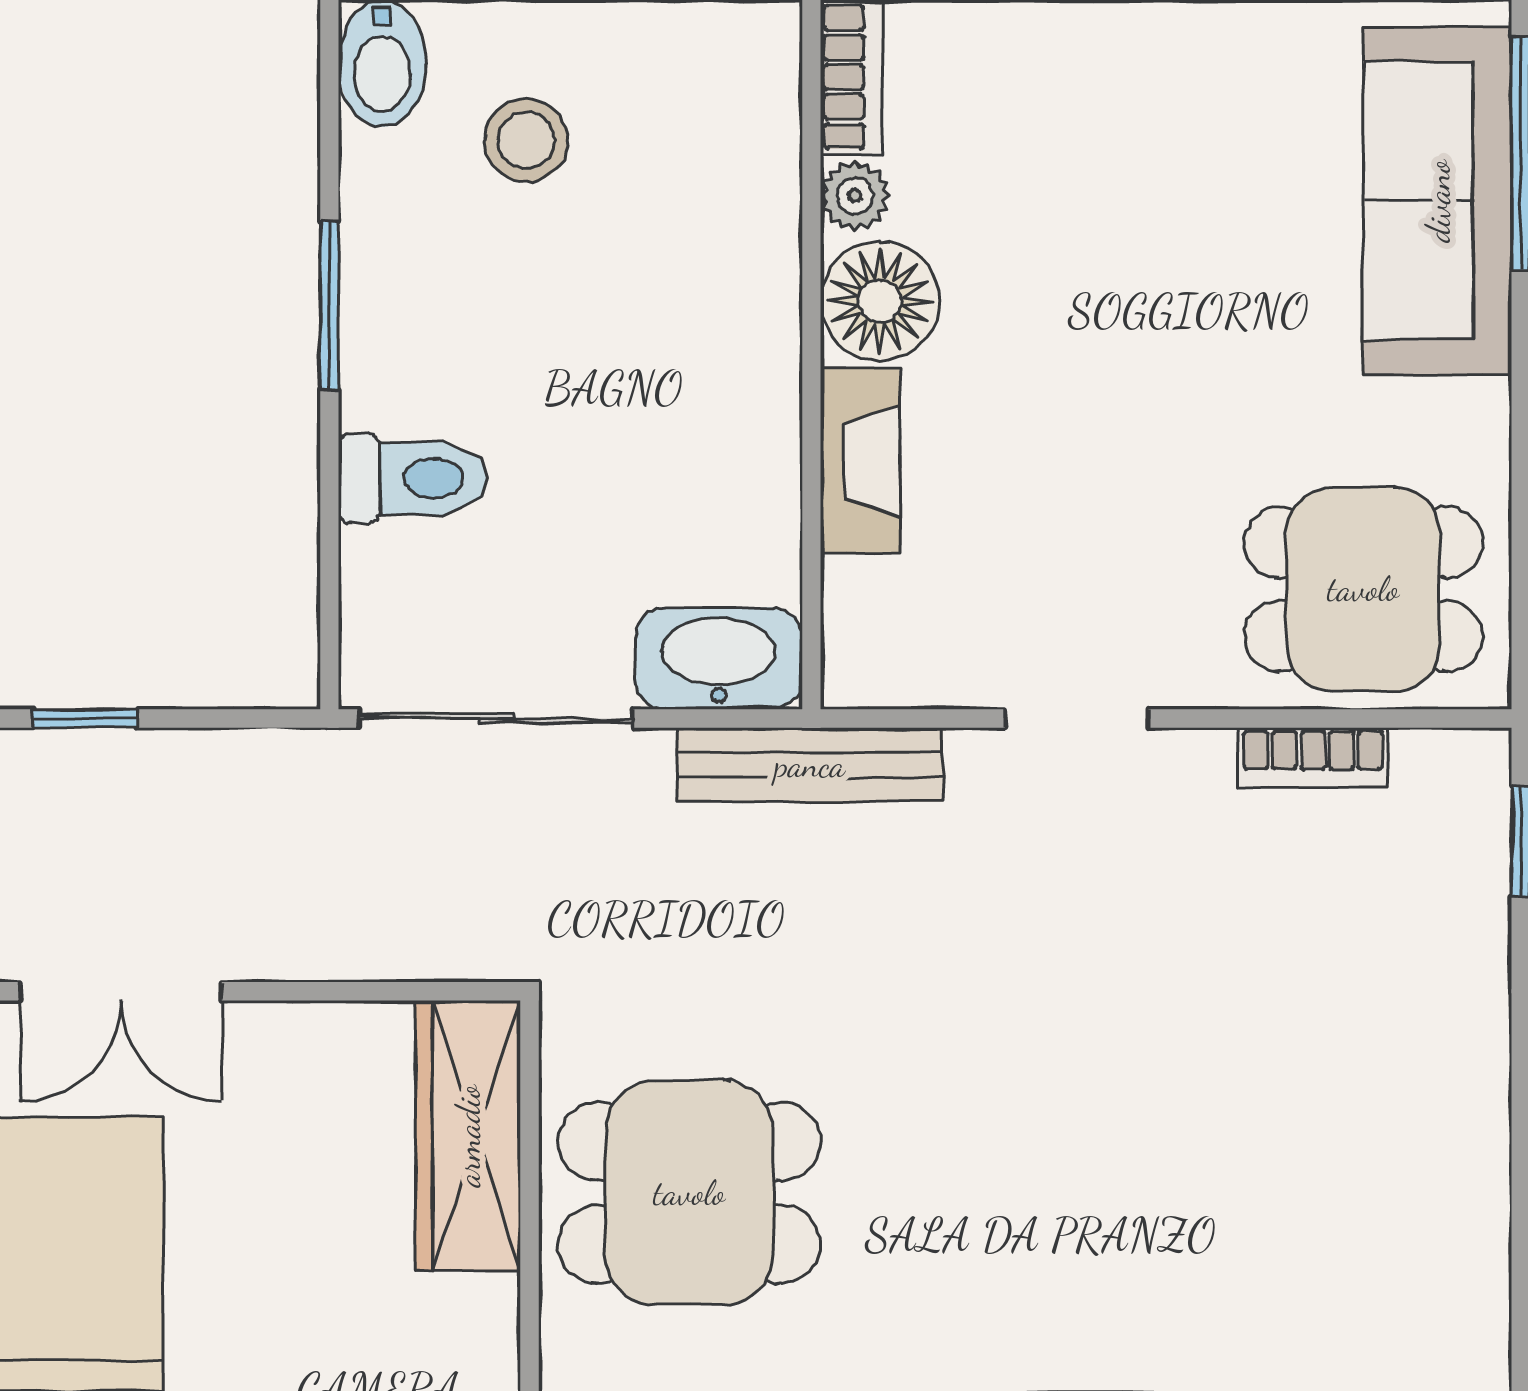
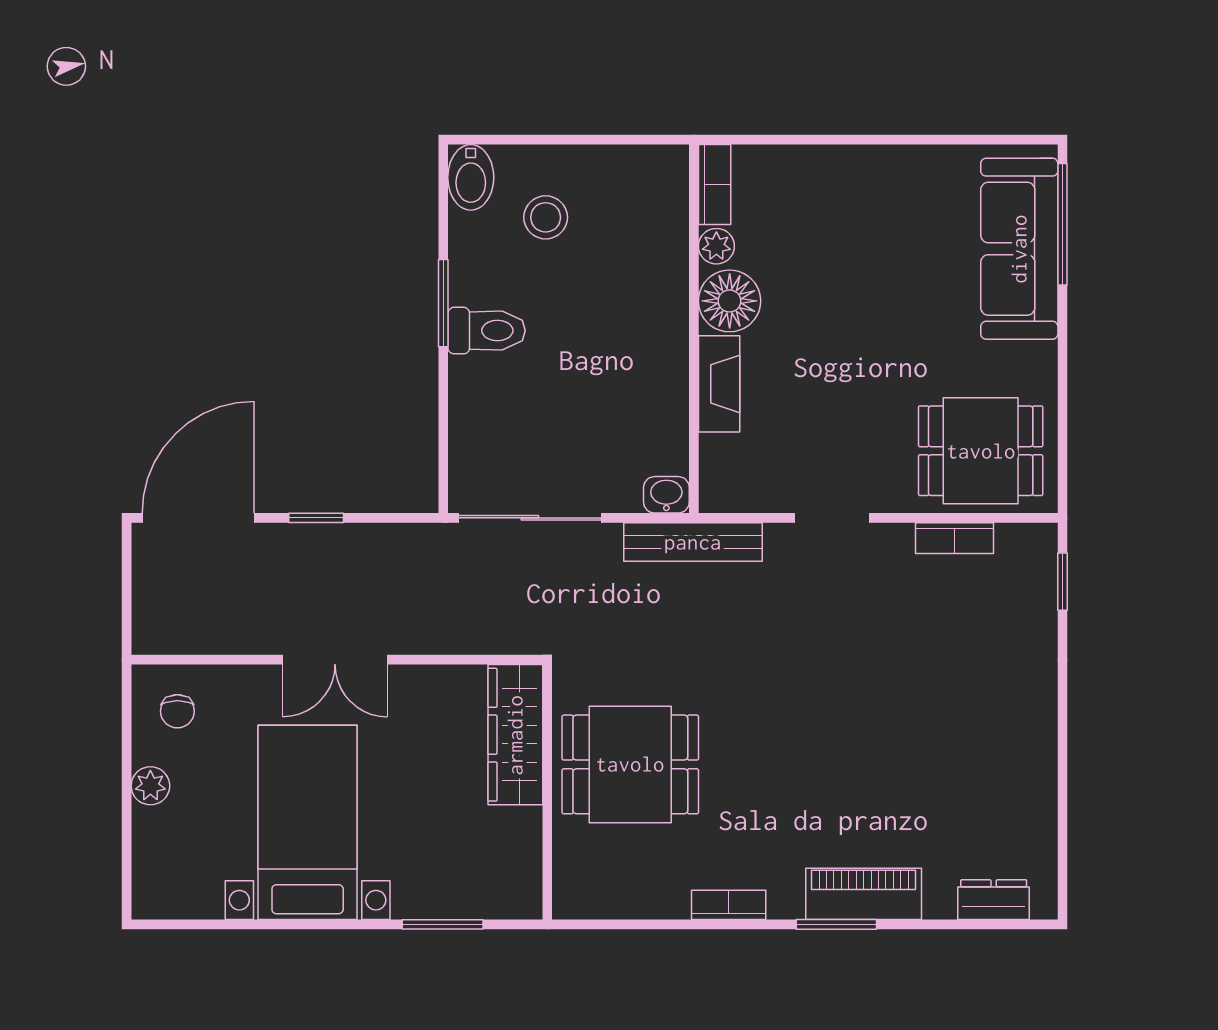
toilet: (413, 478) -> (487, 331), moved
washbasin: (719, 658) -> (666, 495), width x0.52, depth x0.69

